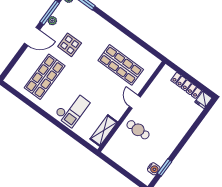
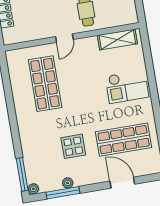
door: (32, 37) -> (122, 183), moved
checkout: (72, 109) -> (127, 87), turned 180

